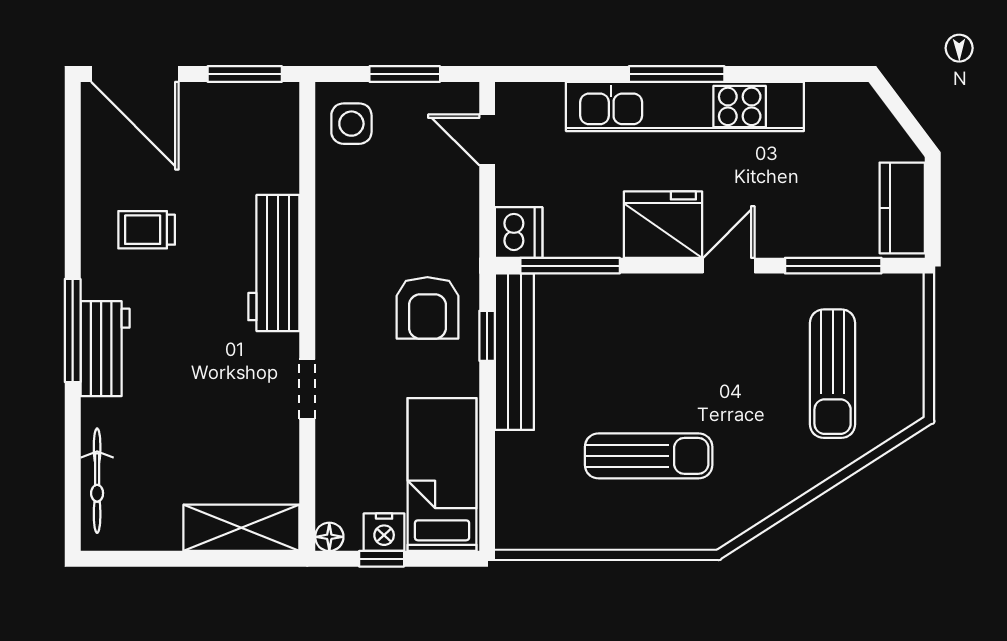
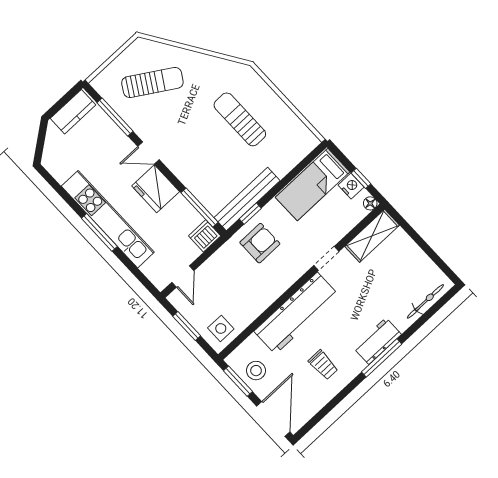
stool: (235, 117) -> (256, 371), added
workbench: (274, 263) -> (296, 313), width x1.36, depth x1.32
sun lounger: (833, 374) -> (152, 82), turned 32
shelving: (241, 528) -> (372, 236), moved, turned 90

